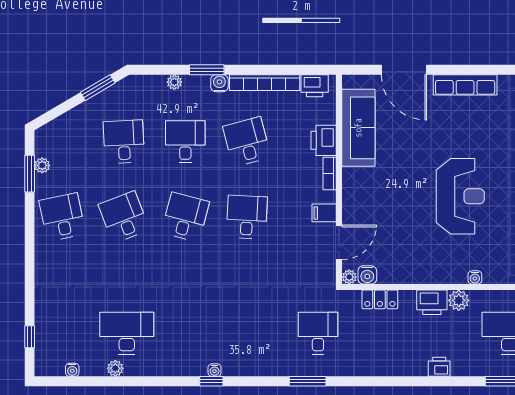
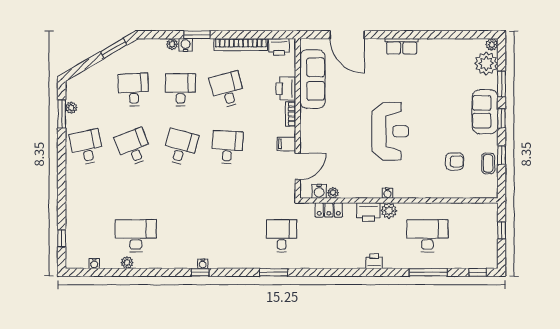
water cooler: (219, 83) -> (185, 45), moved
row of seats: (465, 85) -> (402, 46), width x0.68
plant: (349, 277) -> (333, 193), moved
water cooler: (475, 277) -> (387, 193), moved

